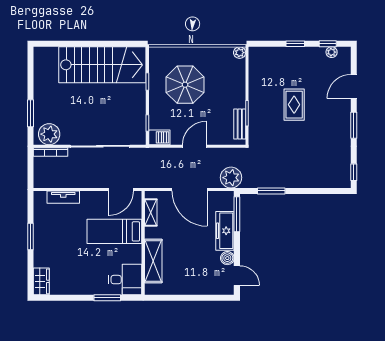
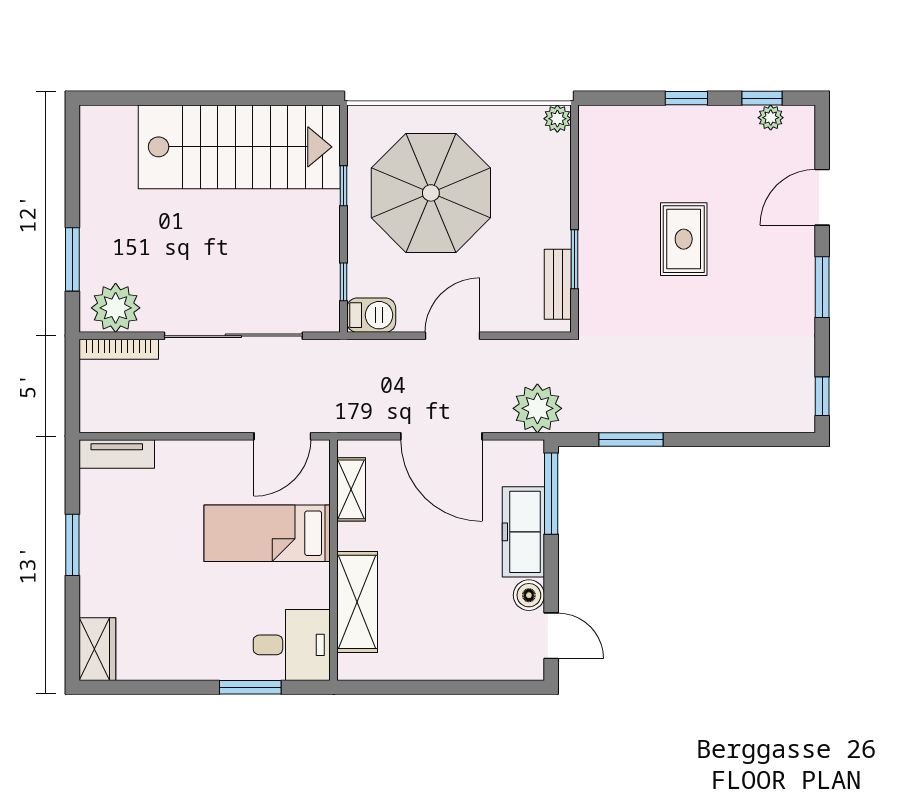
parasol: (185, 85) -> (431, 193), width x1.36, depth x1.36
tv unit: (63, 197) -> (117, 454), moved

